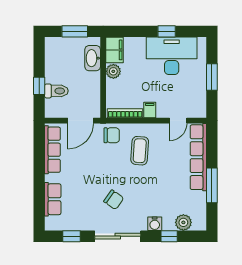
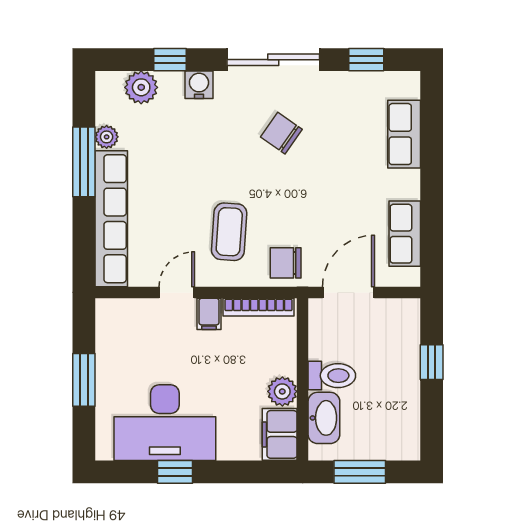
toilet: (56, 91) -> (332, 376), moved, turned 180
door: (178, 121) -> (177, 292), moved
row of seats: (52, 150) -> (405, 234), width x0.68
plant: (201, 198) -> (107, 137), added

